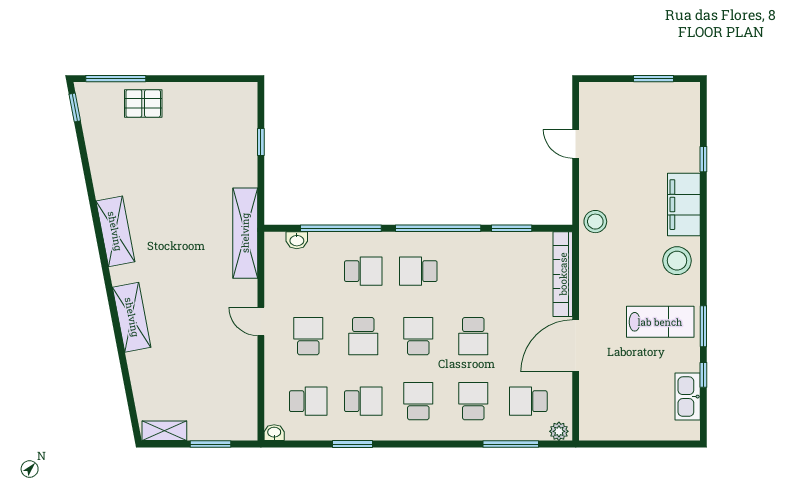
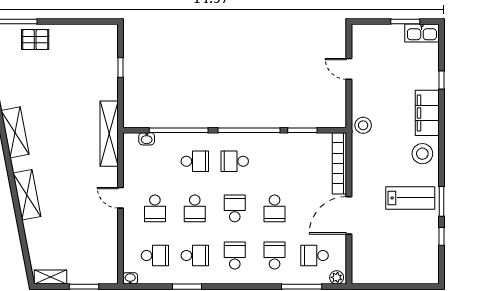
school desk: (308, 336) -> (155, 208), turned 180
kitchen sink: (688, 397) -> (422, 33), moved, turned -90

